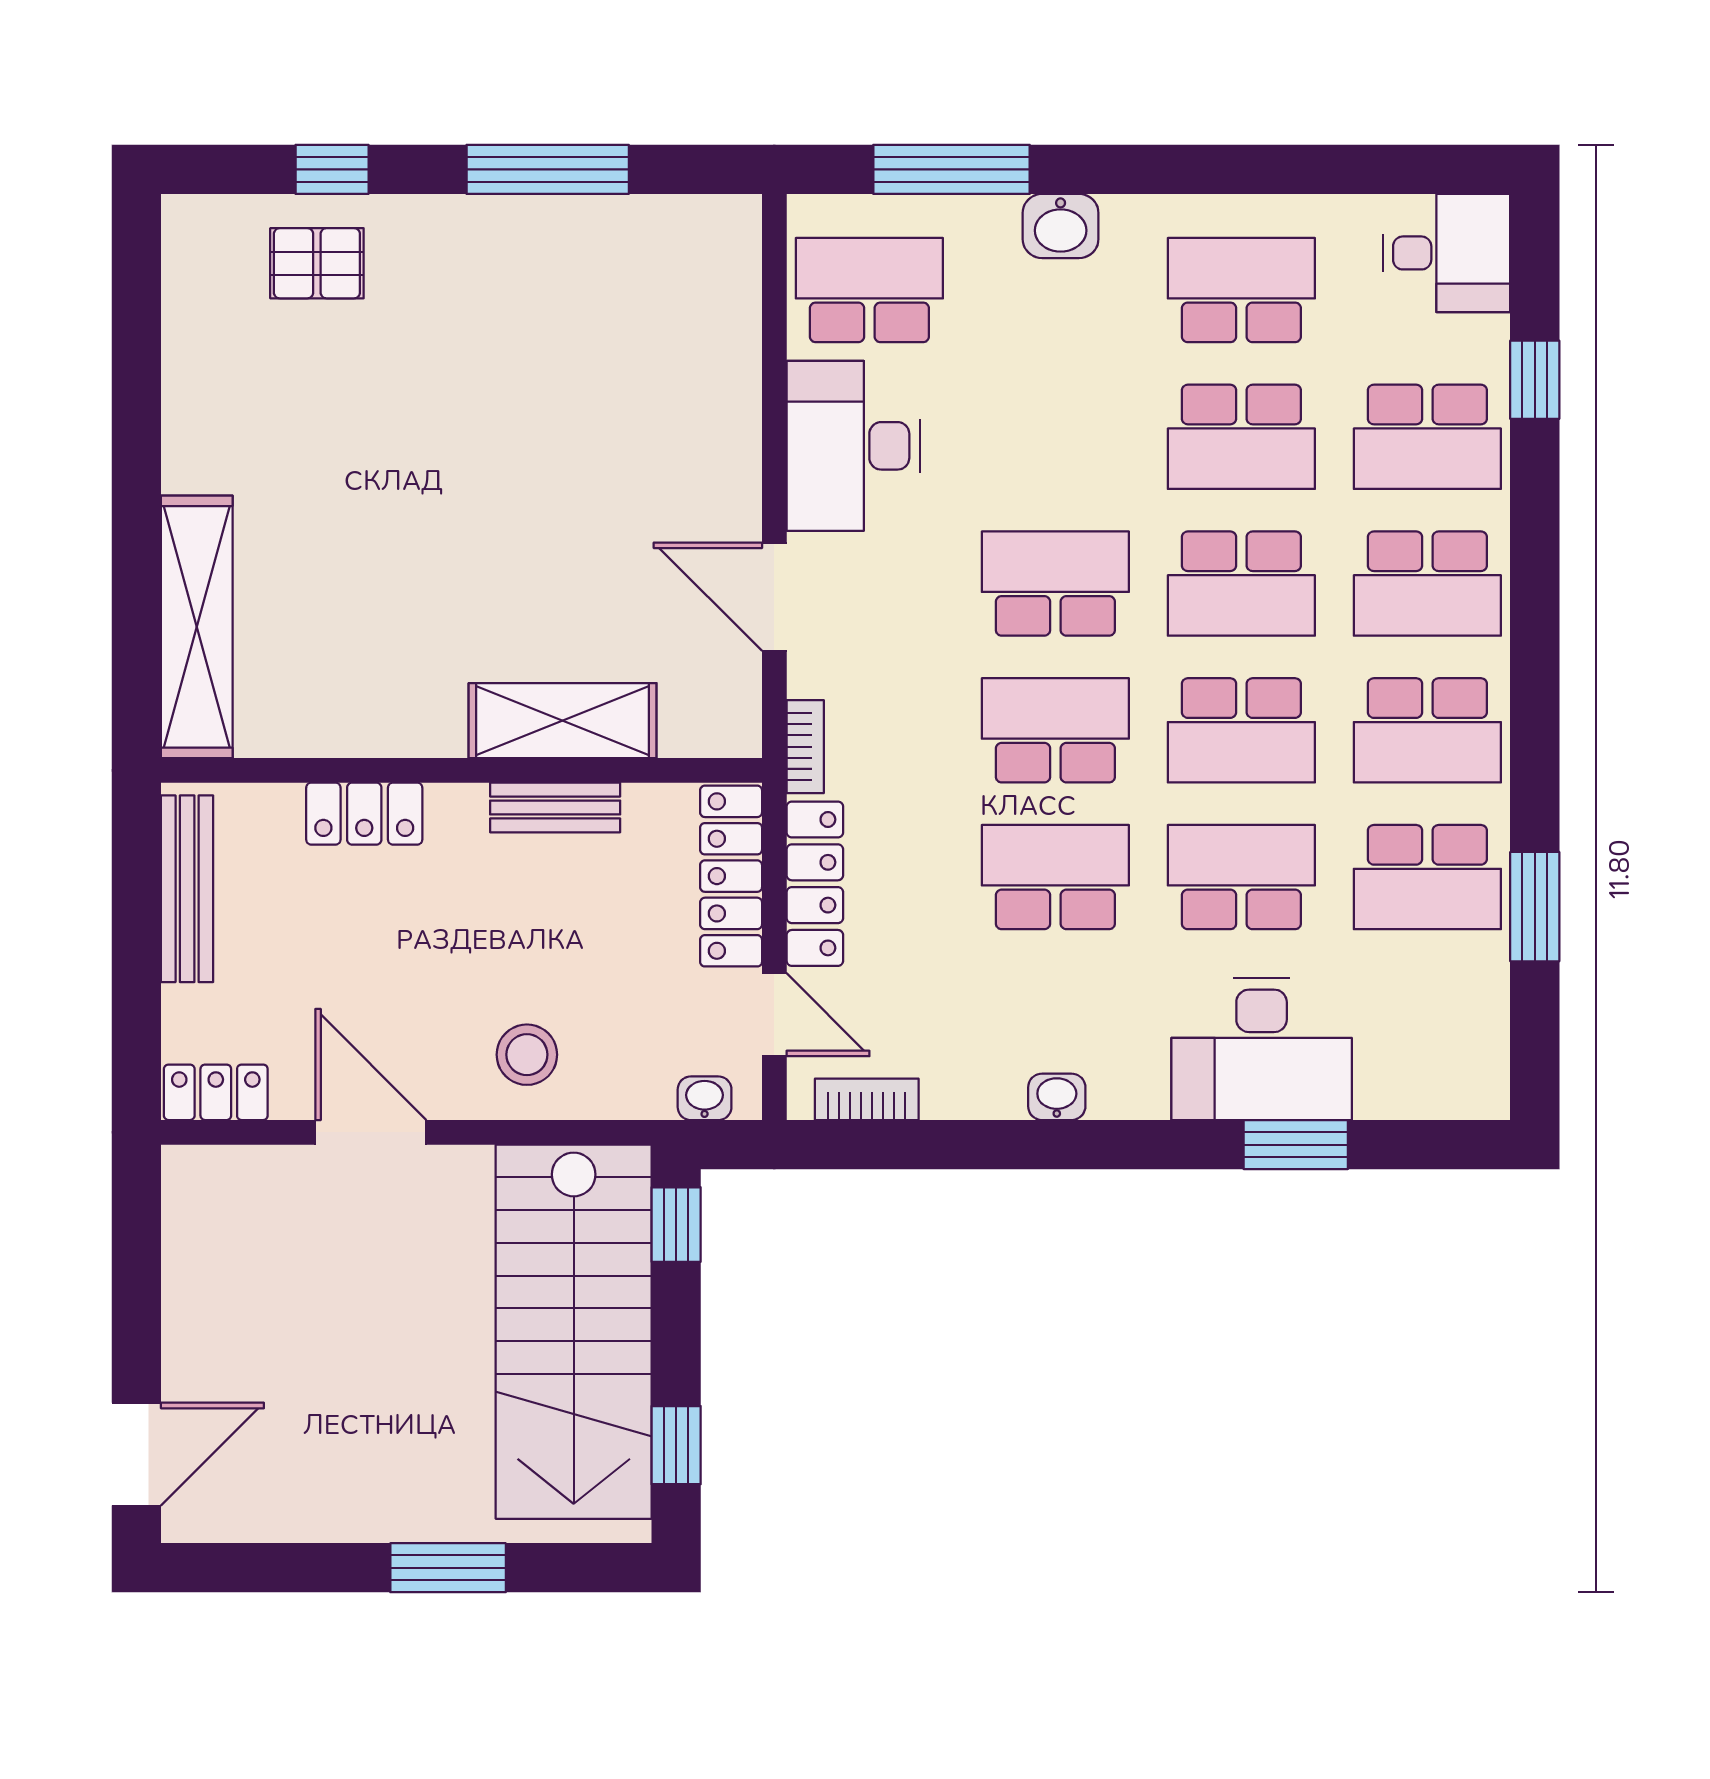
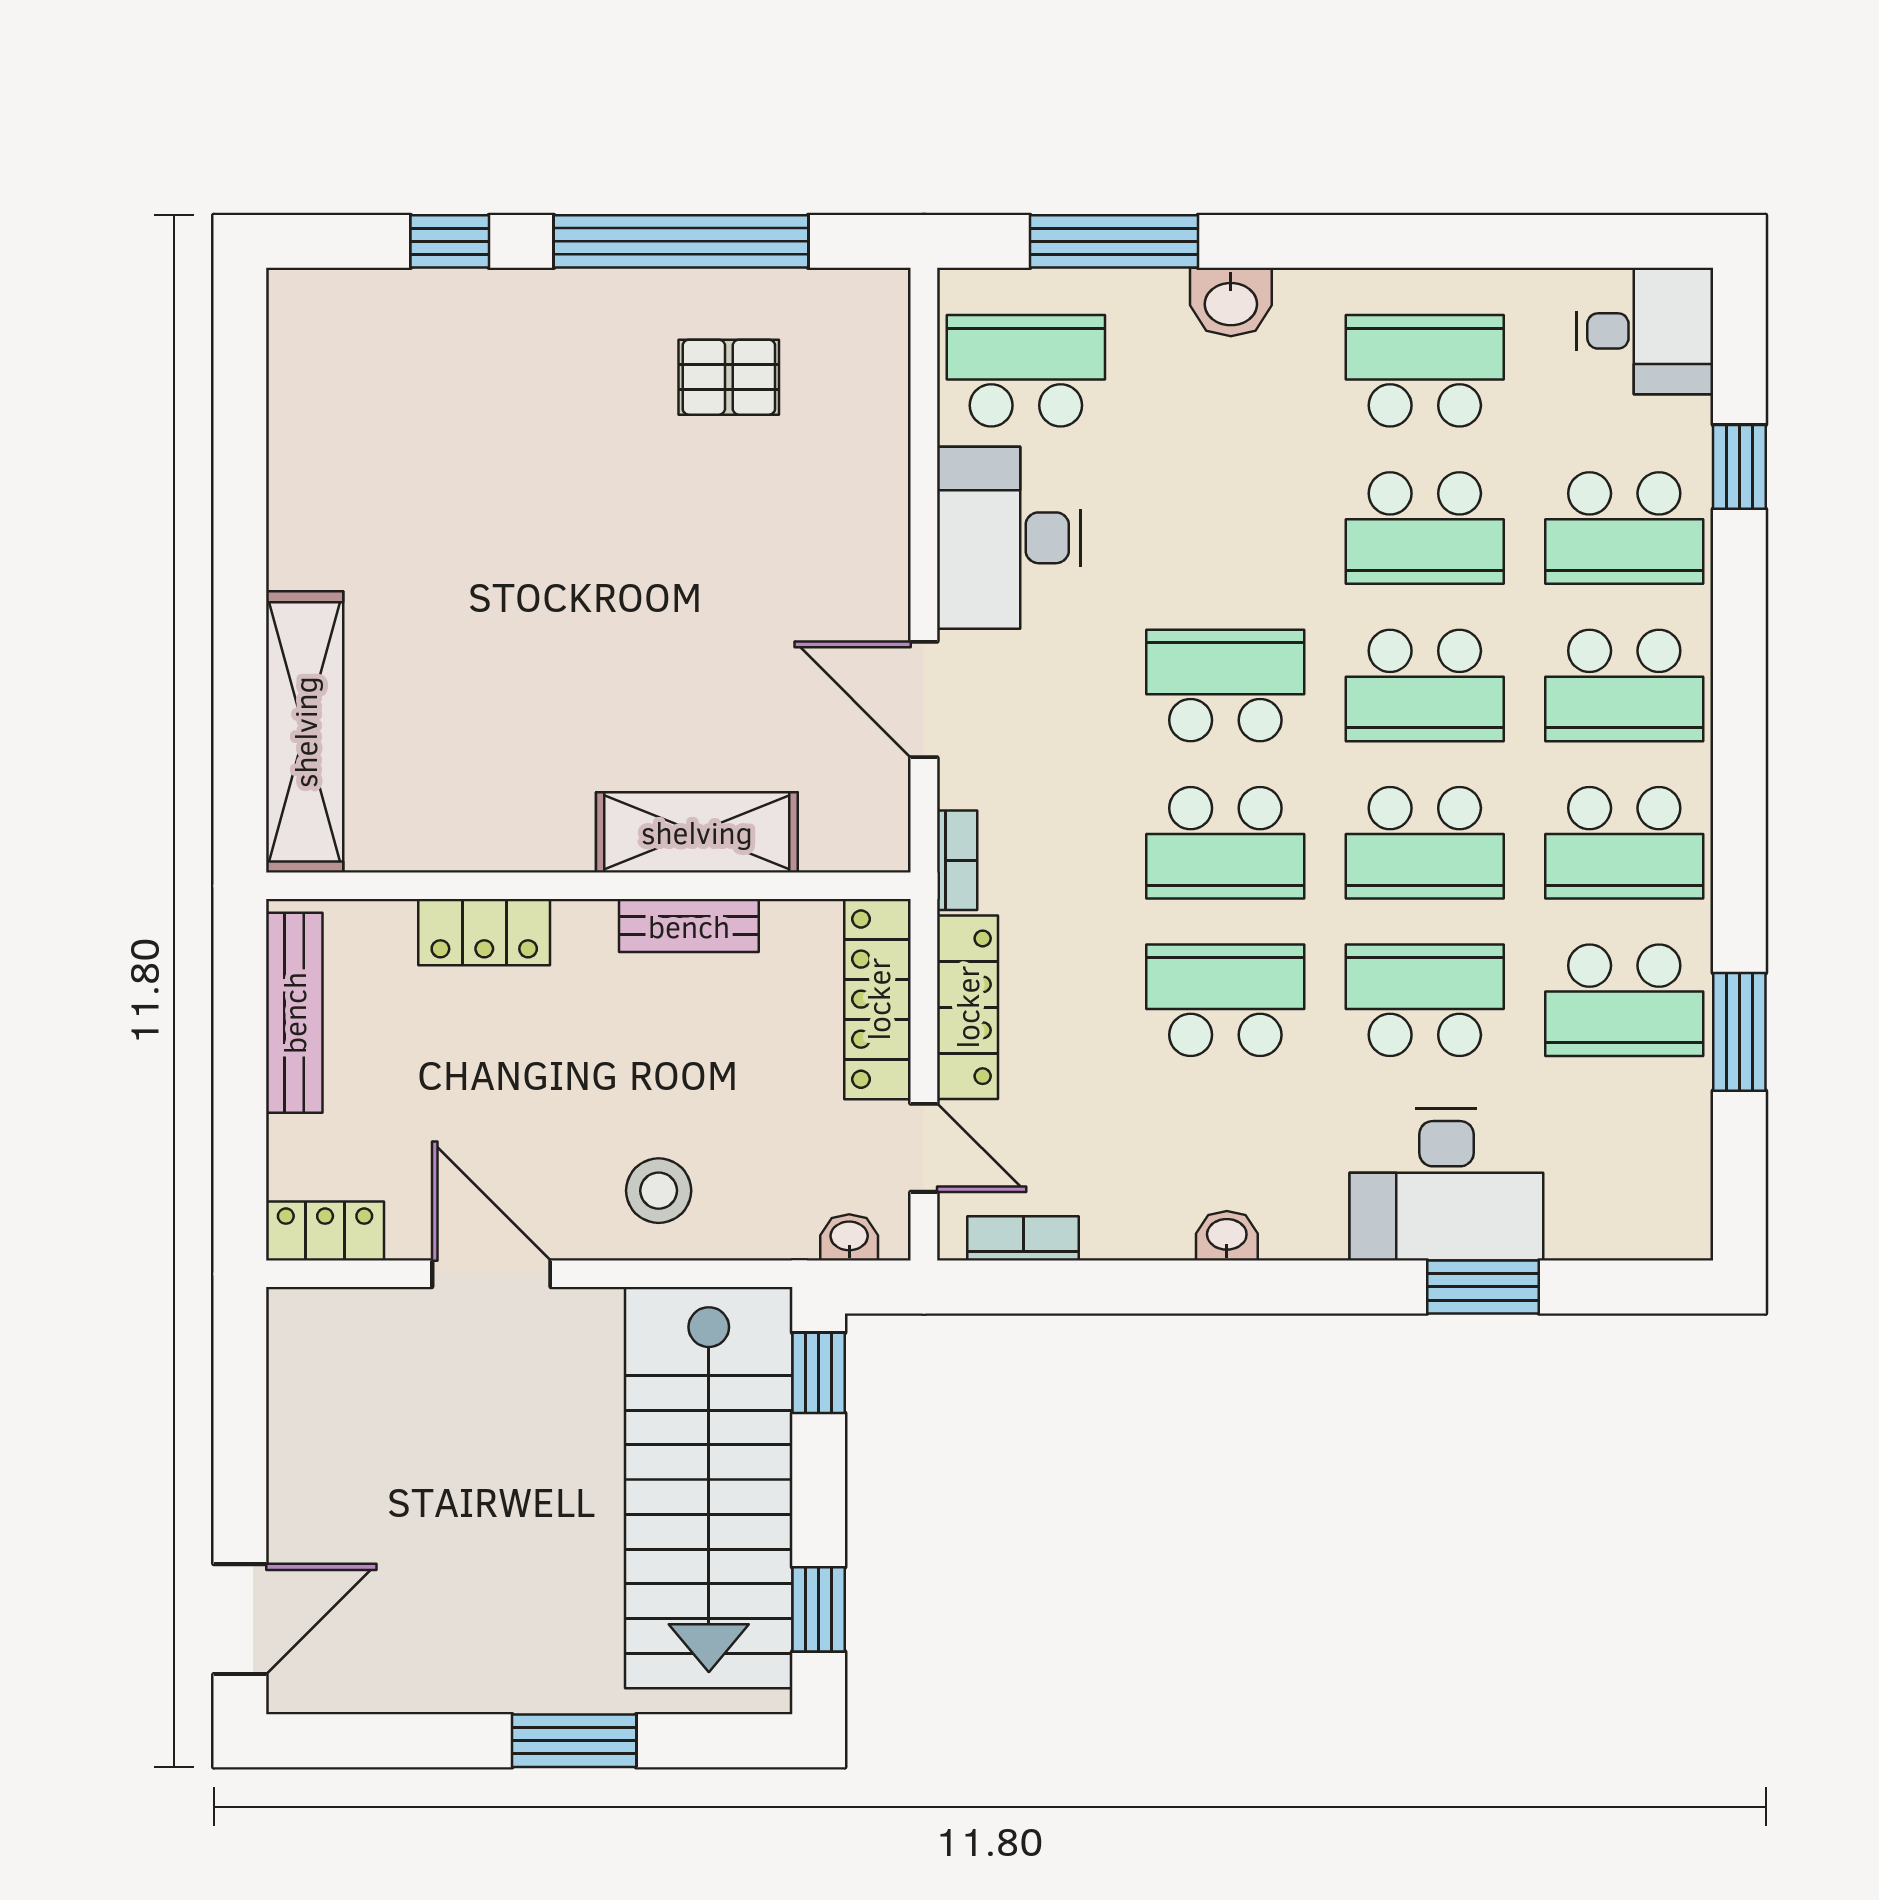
window: (548, 169) -> (681, 241), width x1.46
pallet: (317, 263) -> (729, 377), moved
school desk: (1055, 730) -> (1225, 843), turned 180

